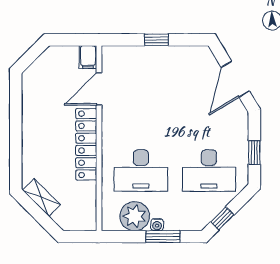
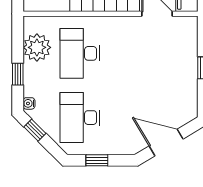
water cooler: (157, 225) -> (29, 103), moved
window: (163, 237) -> (18, 74), width x0.67

